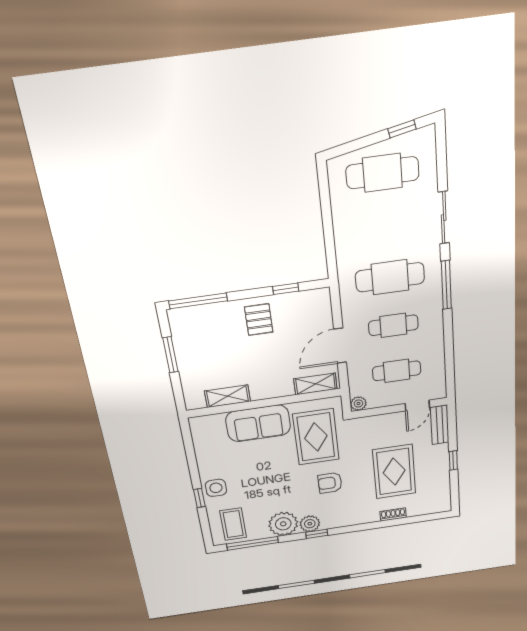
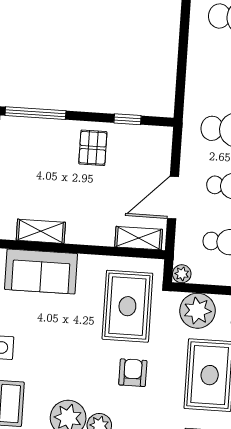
sofa: (258, 423) -> (41, 271), moved
plant: (377, 428) -> (197, 311), added
armchair: (330, 483) -> (133, 373), turned 90

